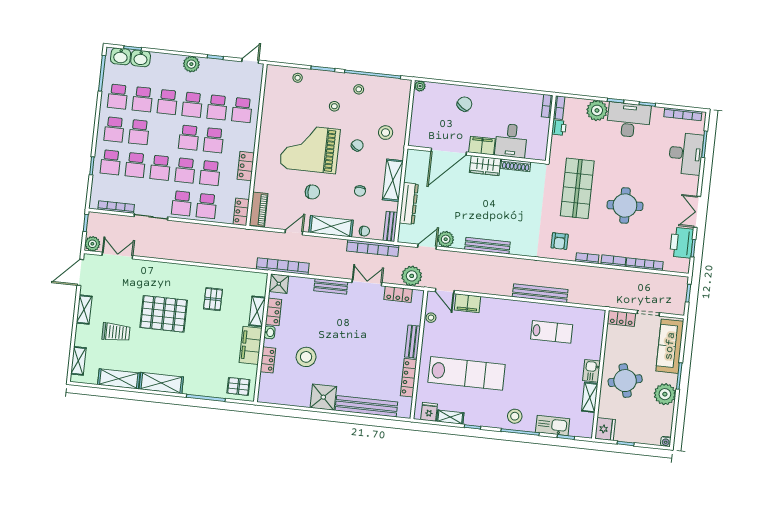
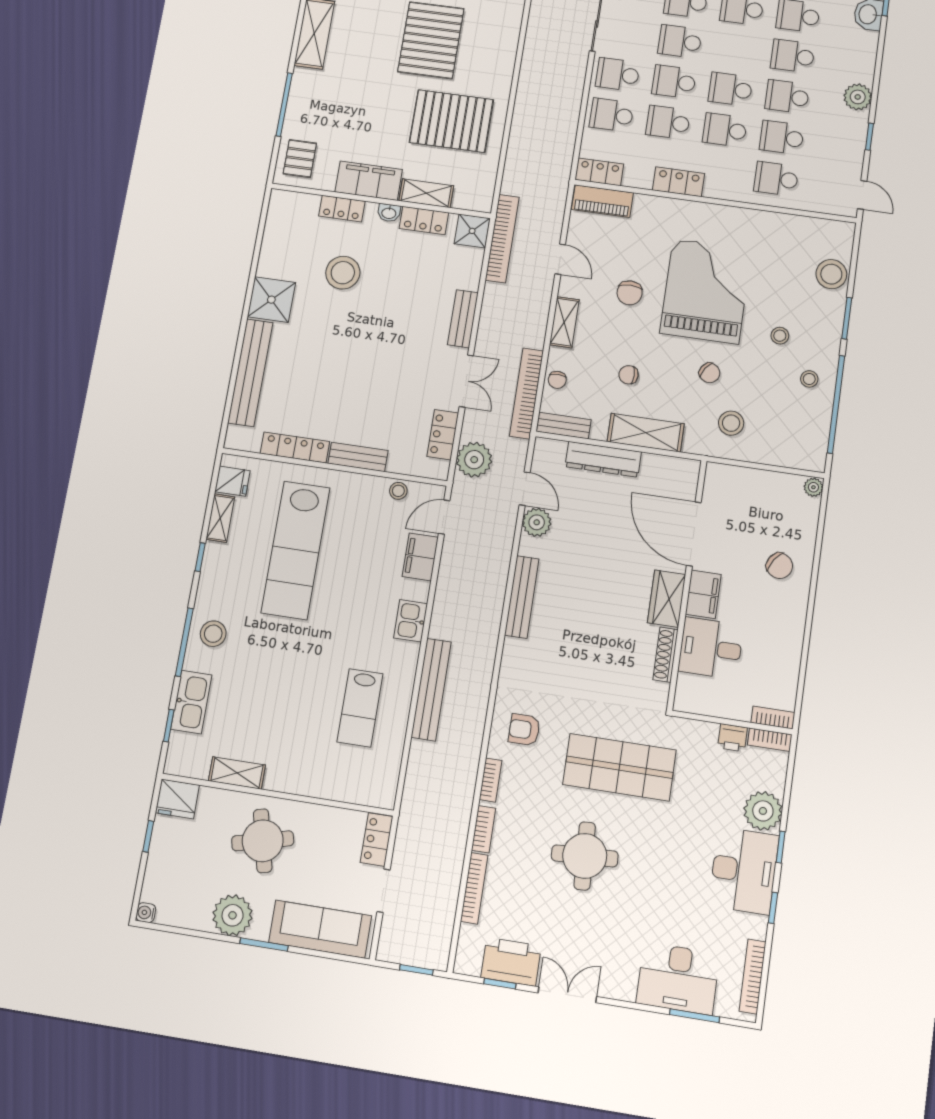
stool: (298, 78) -> (831, 274), width x1.89, depth x1.89
shelving: (331, 226) -> (564, 322), width x0.67, depth x0.75
pallet: (213, 299) -> (451, 121), width x2.05, depth x2.00
kitchen sink: (591, 371) -> (411, 621), moved, turned -90

